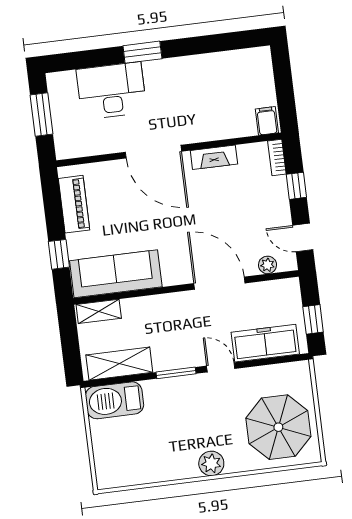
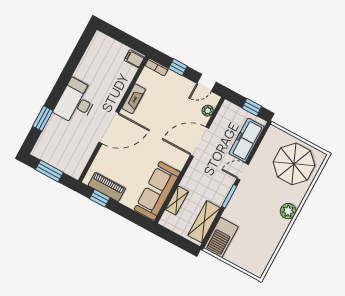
window: (142, 52) -> (43, 118), moved
desk: (111, 91) -> (76, 102), moved
window: (59, 254) -> (100, 198), moved
shelving: (99, 311) -> (177, 200), moved

